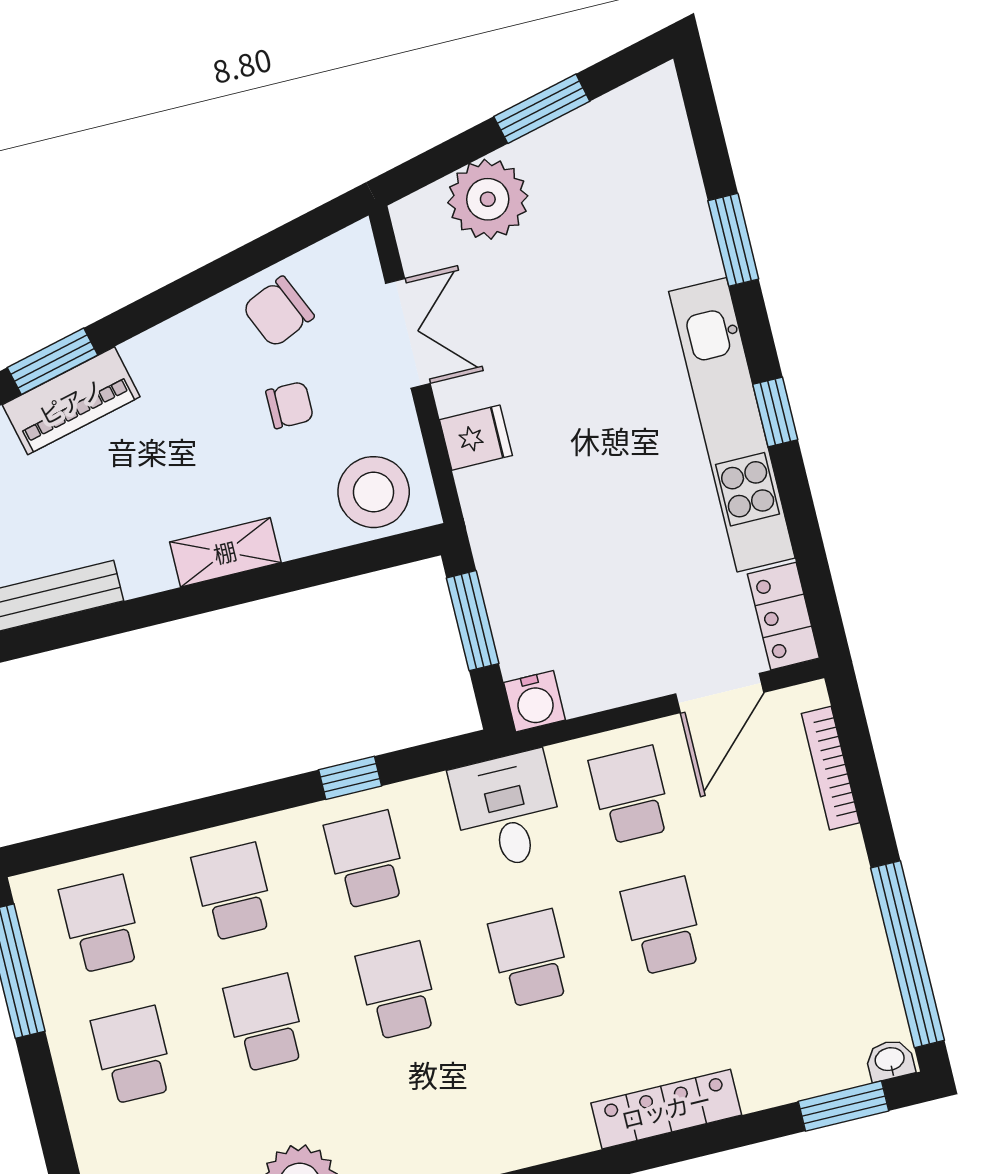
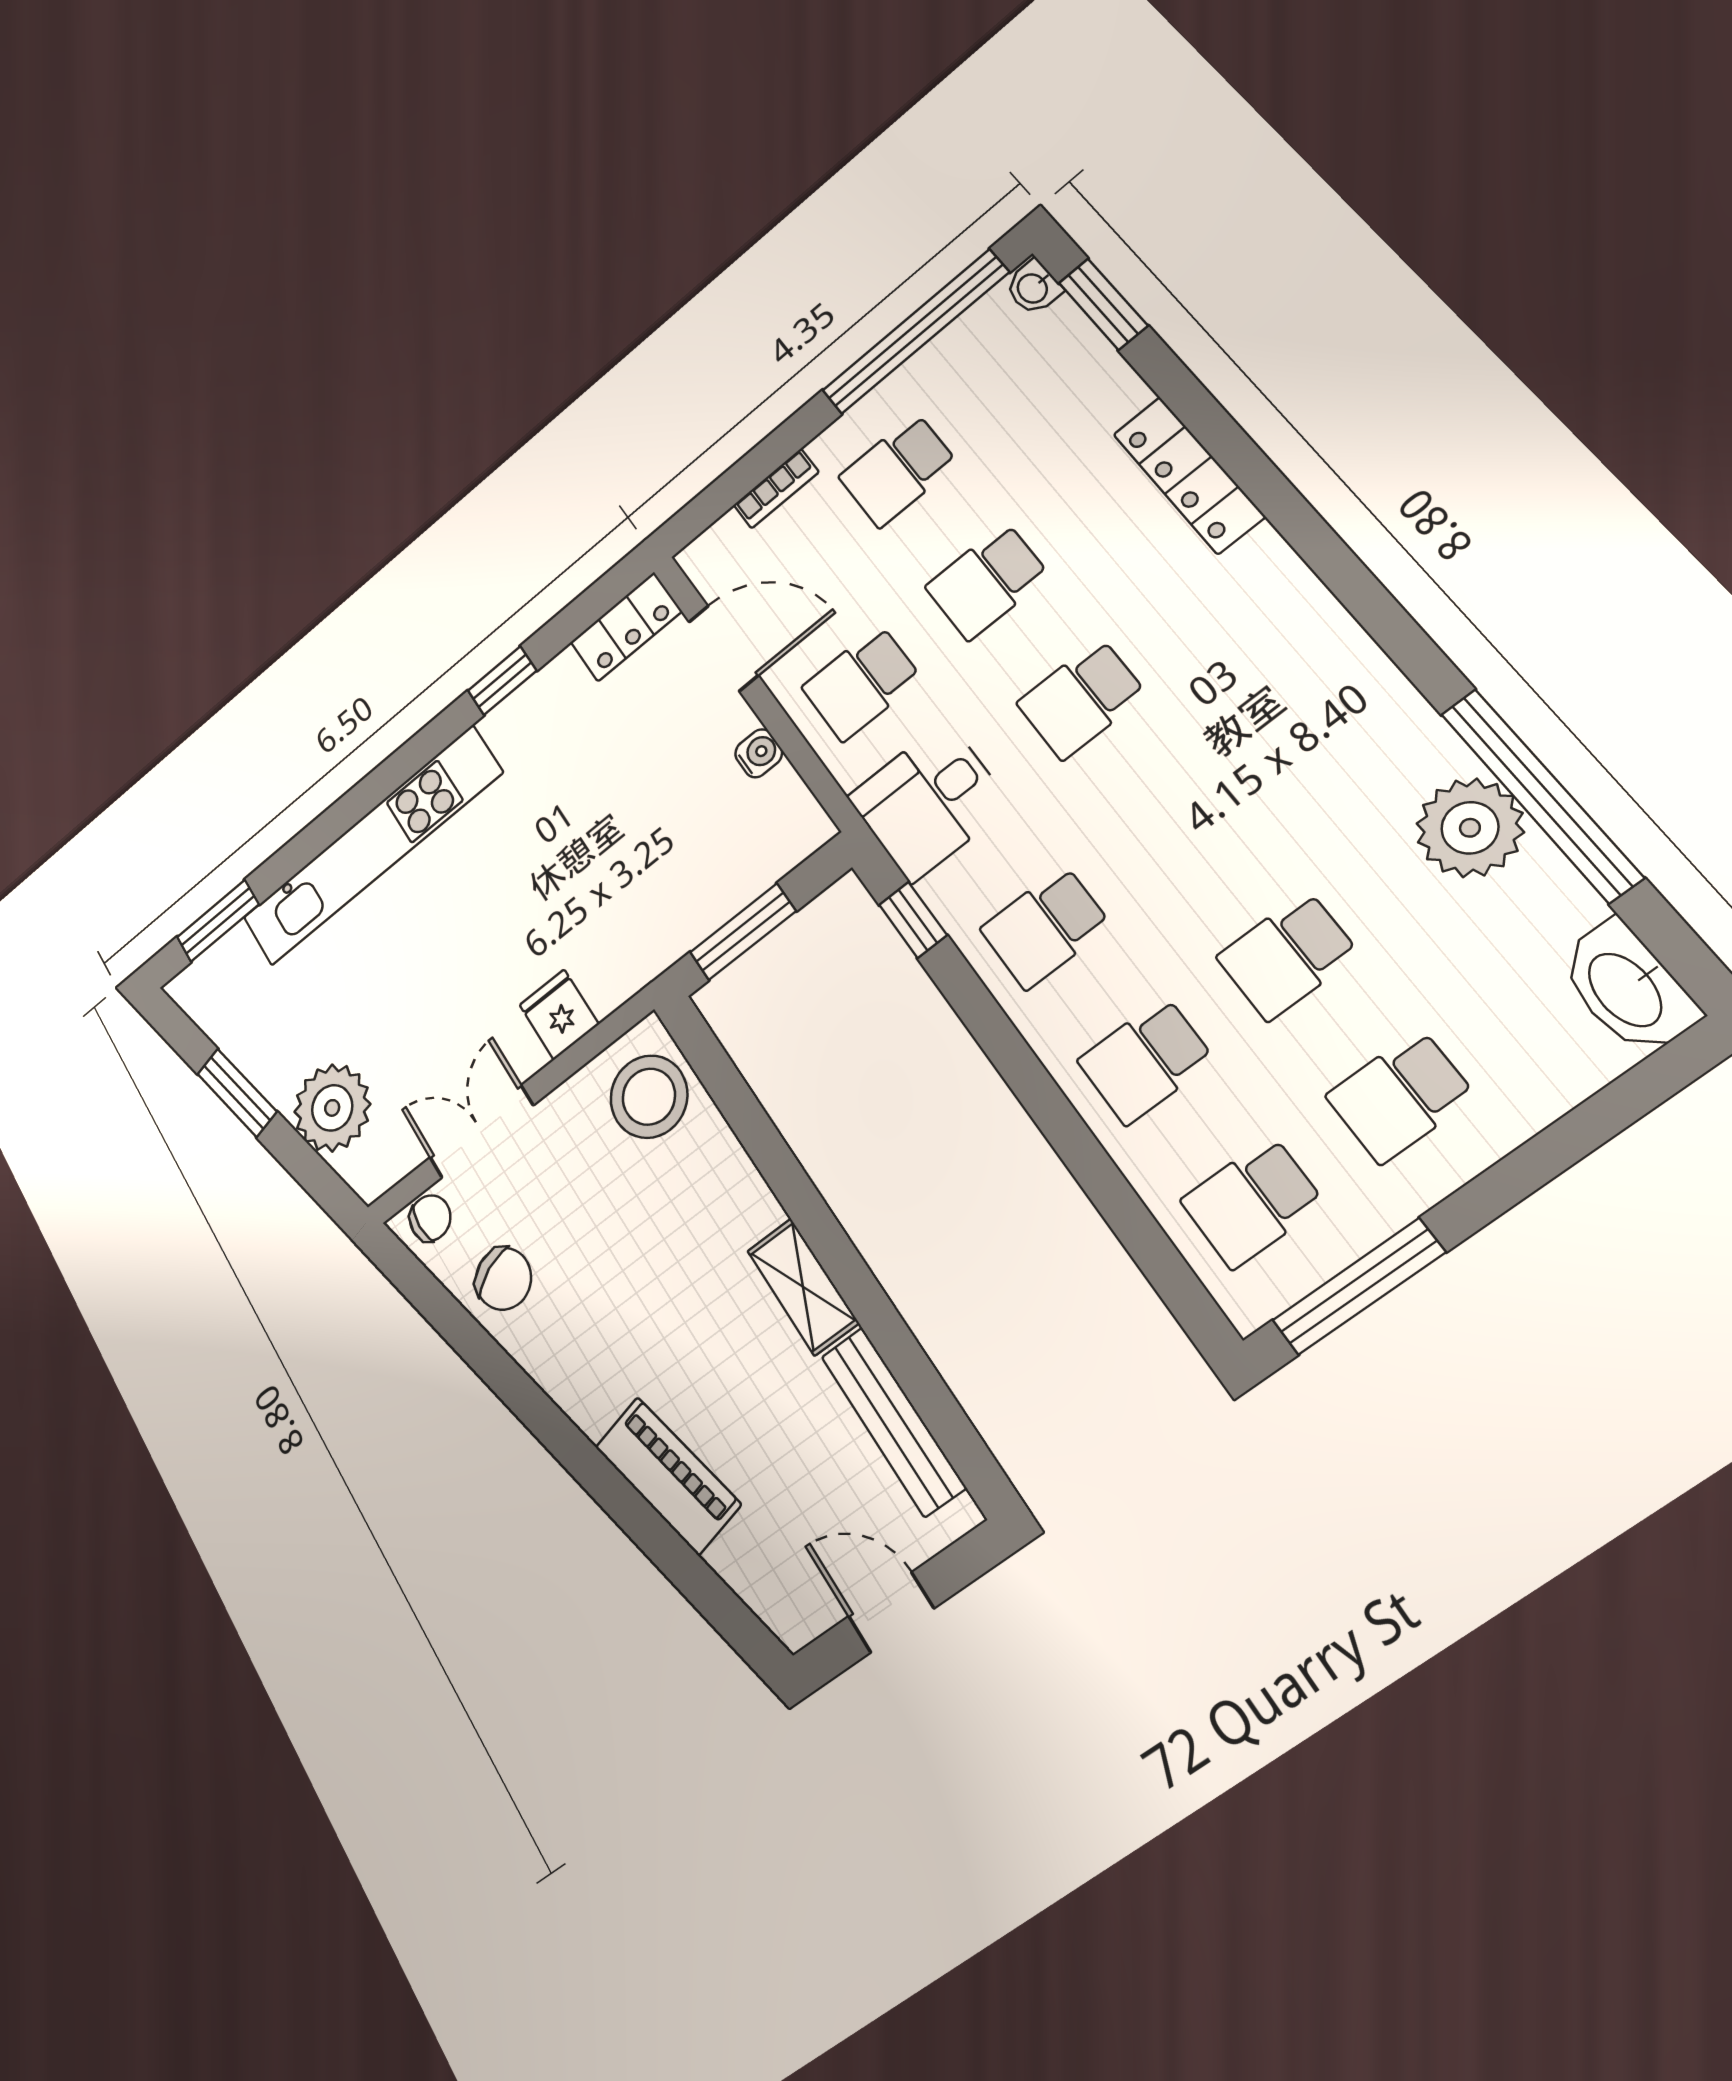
window: (733, 240) -> (218, 921), moved
window: (53, 361) -> (633, 1514), removed
chair: (290, 405) -> (430, 1218), moved, turned 90
window: (775, 412) -> (502, 681), moved
kitchen unit: (732, 425) -> (371, 846), moved
shelving: (225, 552) -> (803, 1287), moved
water cooler: (534, 701) -> (759, 753), moved, width x0.72, depth x0.72
bookcase: (830, 768) -> (776, 489), width x0.64
window: (350, 778) -> (913, 920), moved
school desk: (398, 991) -> (898, 470), moved

